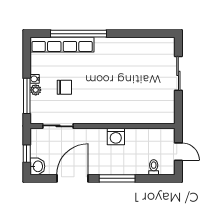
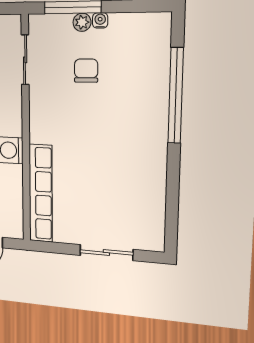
row of seats: (62, 45) -> (41, 194), moved, turned 180
chair: (64, 87) -> (86, 71), turned 180

